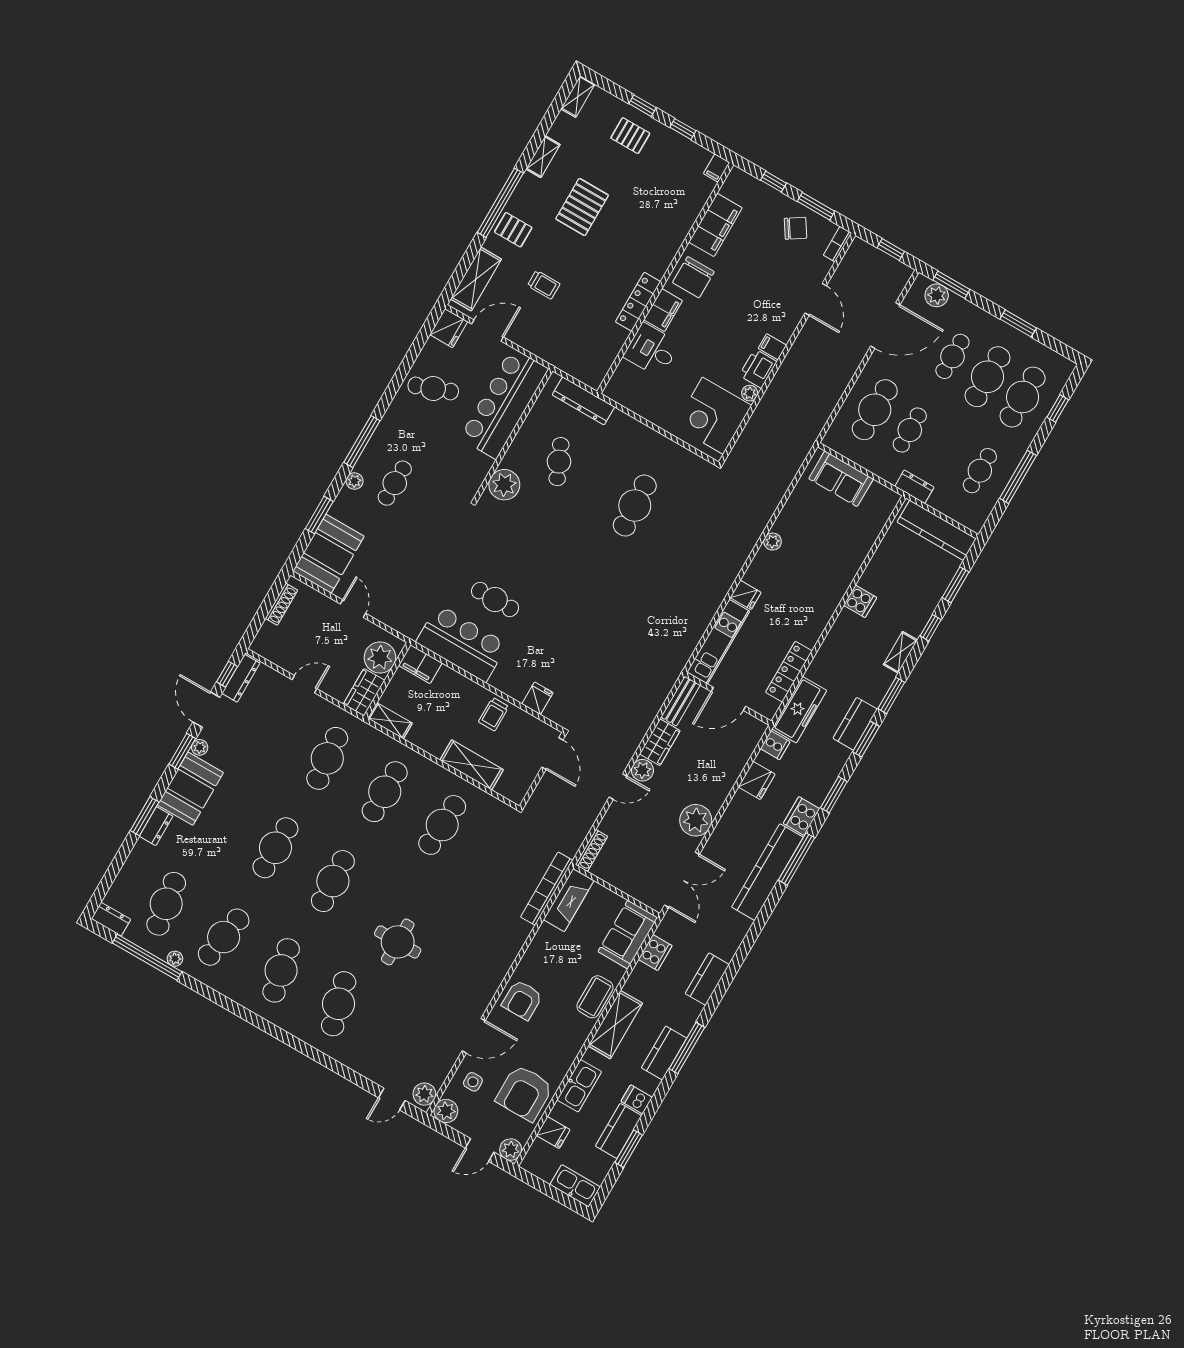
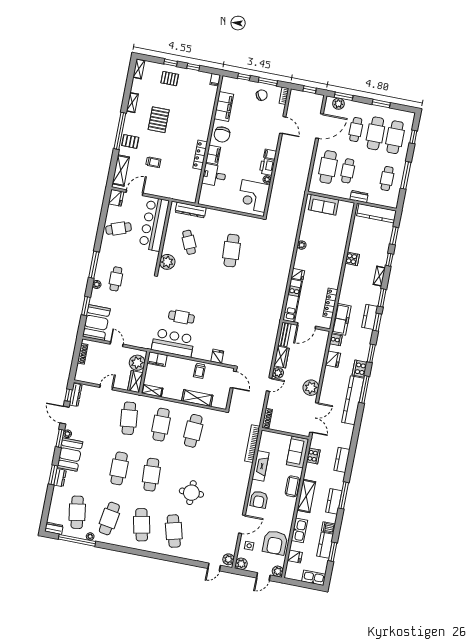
fireplace: (569, 900) -> (261, 466), moved

